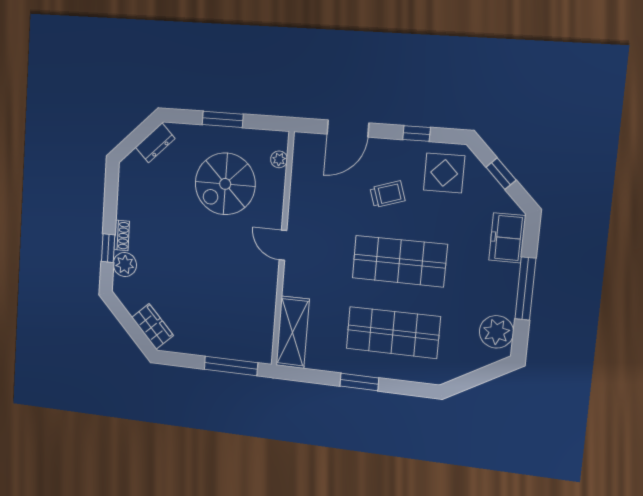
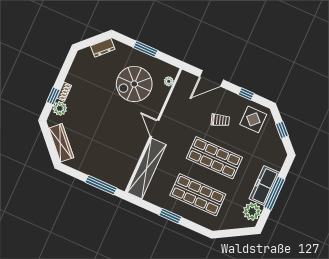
freezer: (507, 238) -> (264, 186), moved, width x1.40
wardrobe: (152, 326) -> (61, 143), width x1.50
shelving: (293, 332) -> (147, 169), width x1.47

